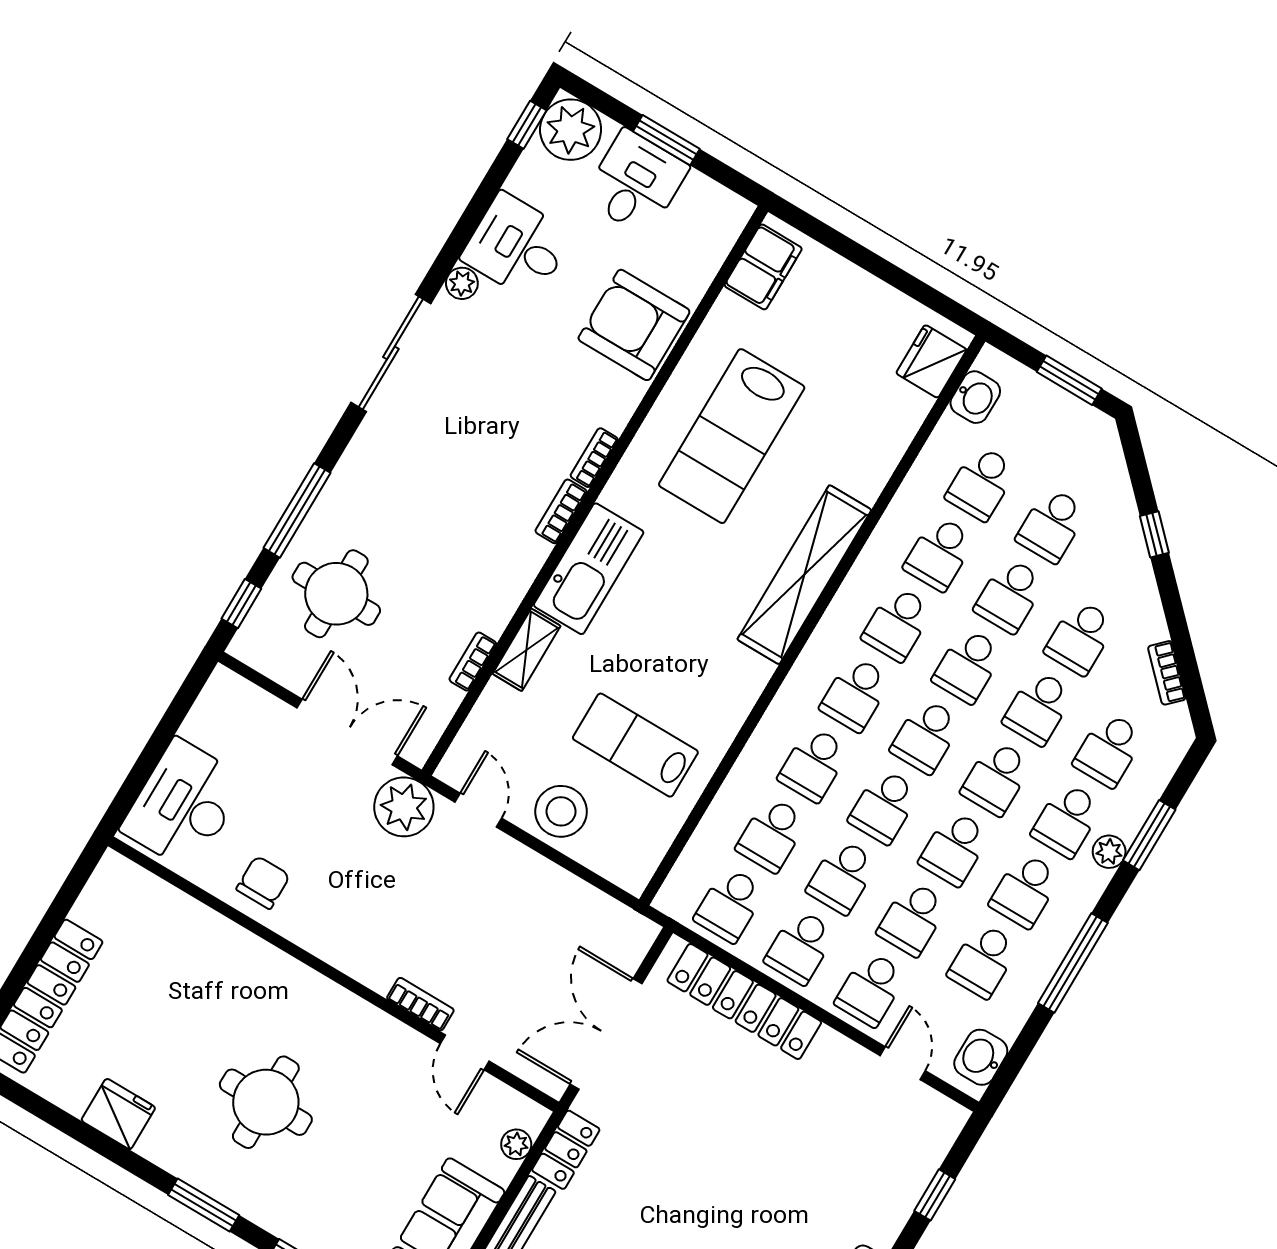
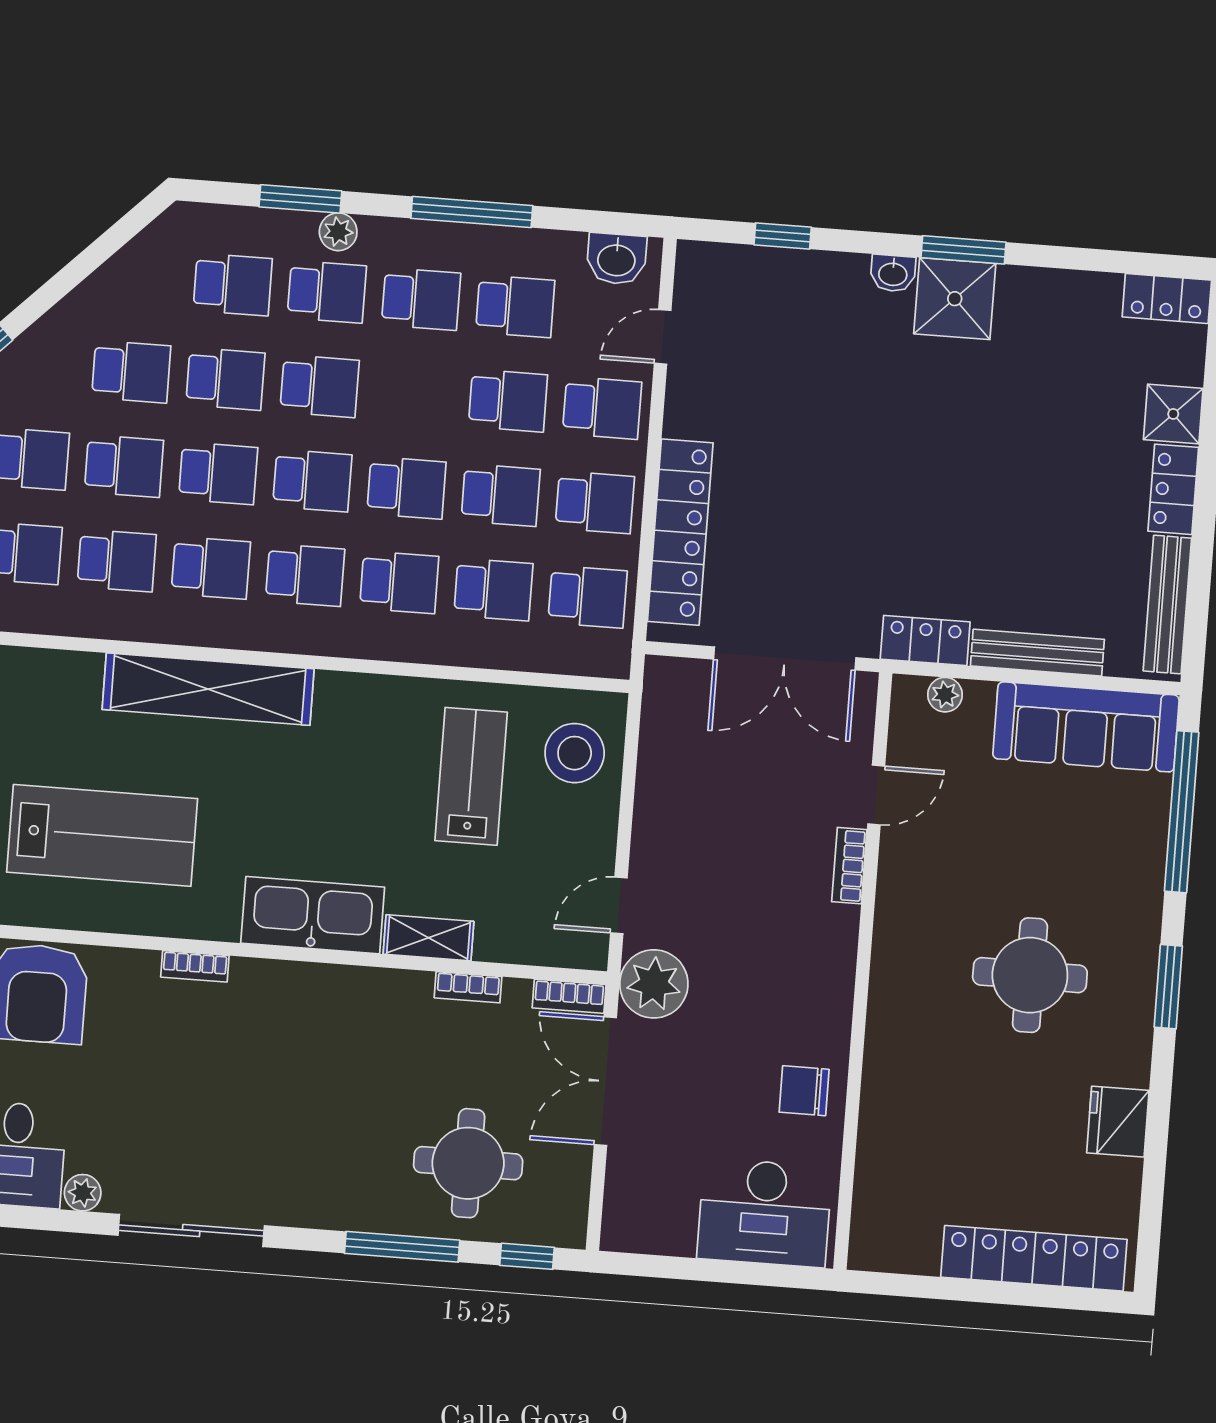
bookcase: (561, 511) -> (569, 996), moved
bookcase: (1167, 673) -> (124, 264), removed
lab bench: (635, 745) -> (471, 776), turned 180
stool: (561, 811) -> (575, 753), moved
school desk: (955, 848) -> (414, 393), removed

